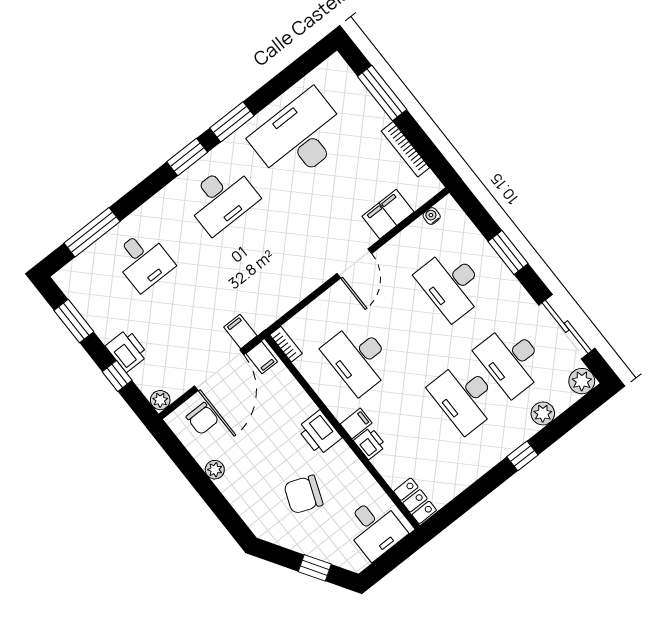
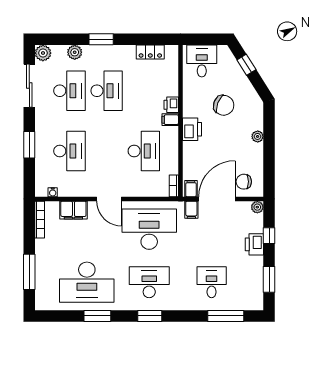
window: (232, 122) -> (97, 316), moved
bookcase: (405, 149) -> (40, 220), moved
door: (354, 264) -> (109, 199), swing flipped
desk: (274, 265) -> (149, 229), added
chair: (202, 419) -> (244, 182), turned -90
window: (522, 456) -> (101, 39), width x1.50
plant: (215, 470) -> (258, 136), moved
locker: (415, 501) -> (150, 52), moved, turned -90

